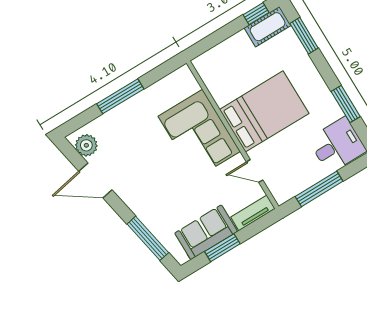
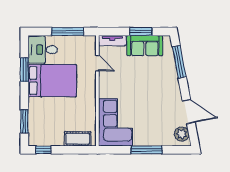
cot: (268, 27) -> (78, 139), moved
bed: (264, 111) -> (52, 81), moved, turned 180
corner sofa: (199, 134) -> (115, 122), moved

